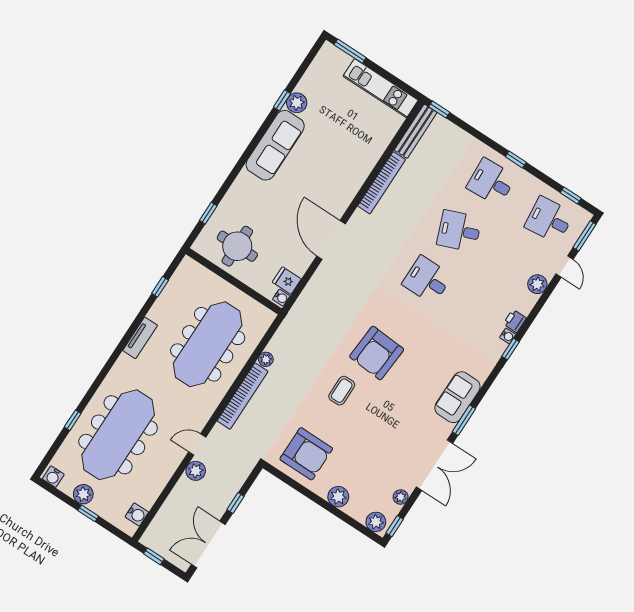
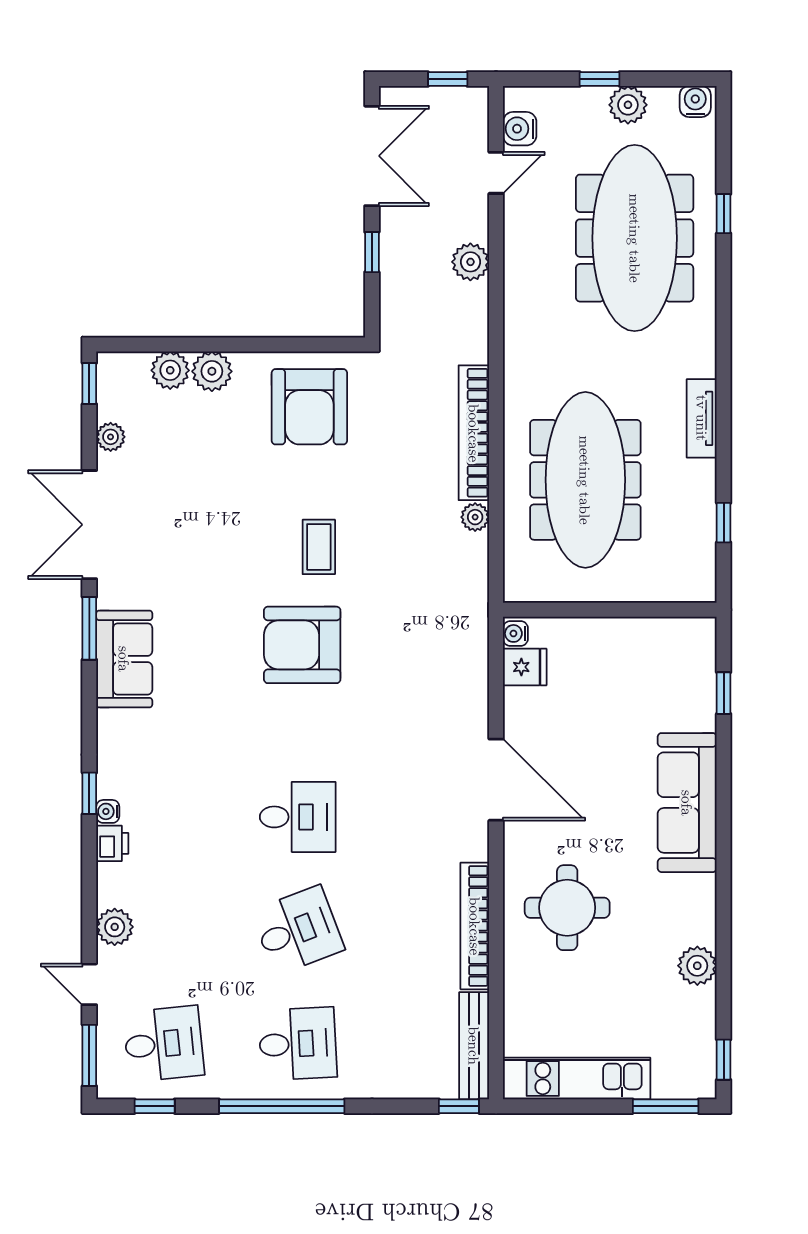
window: (282, 100) -> (724, 1060), moved
sofa: (275, 145) -> (687, 803), moved
window: (516, 160) -> (282, 1106), width x3.17
round table: (237, 246) -> (567, 908), moved
armchair: (377, 353) -> (302, 645), turned -94
door: (197, 445) -> (496, 173), moved
armchair: (306, 454) -> (309, 407), turned -90
plant: (376, 522) -> (170, 370), moved

